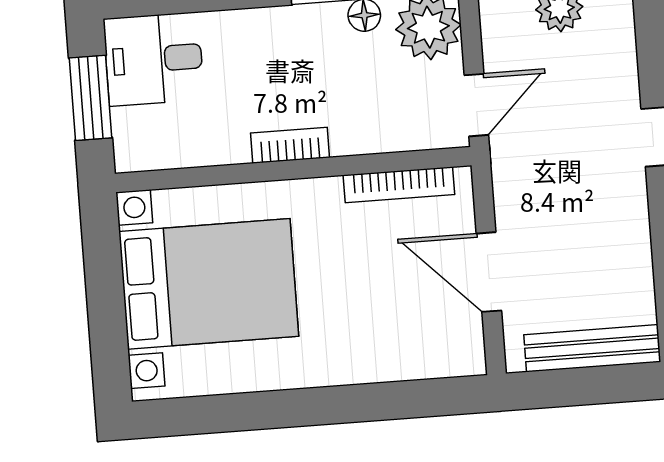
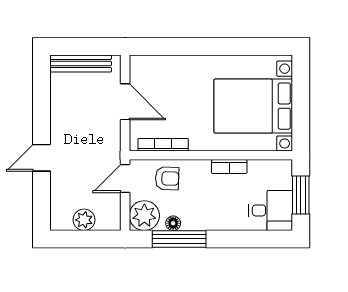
armchair: (385, 112) -> (167, 178), added
bookcase: (290, 145) -> (229, 167), moved

